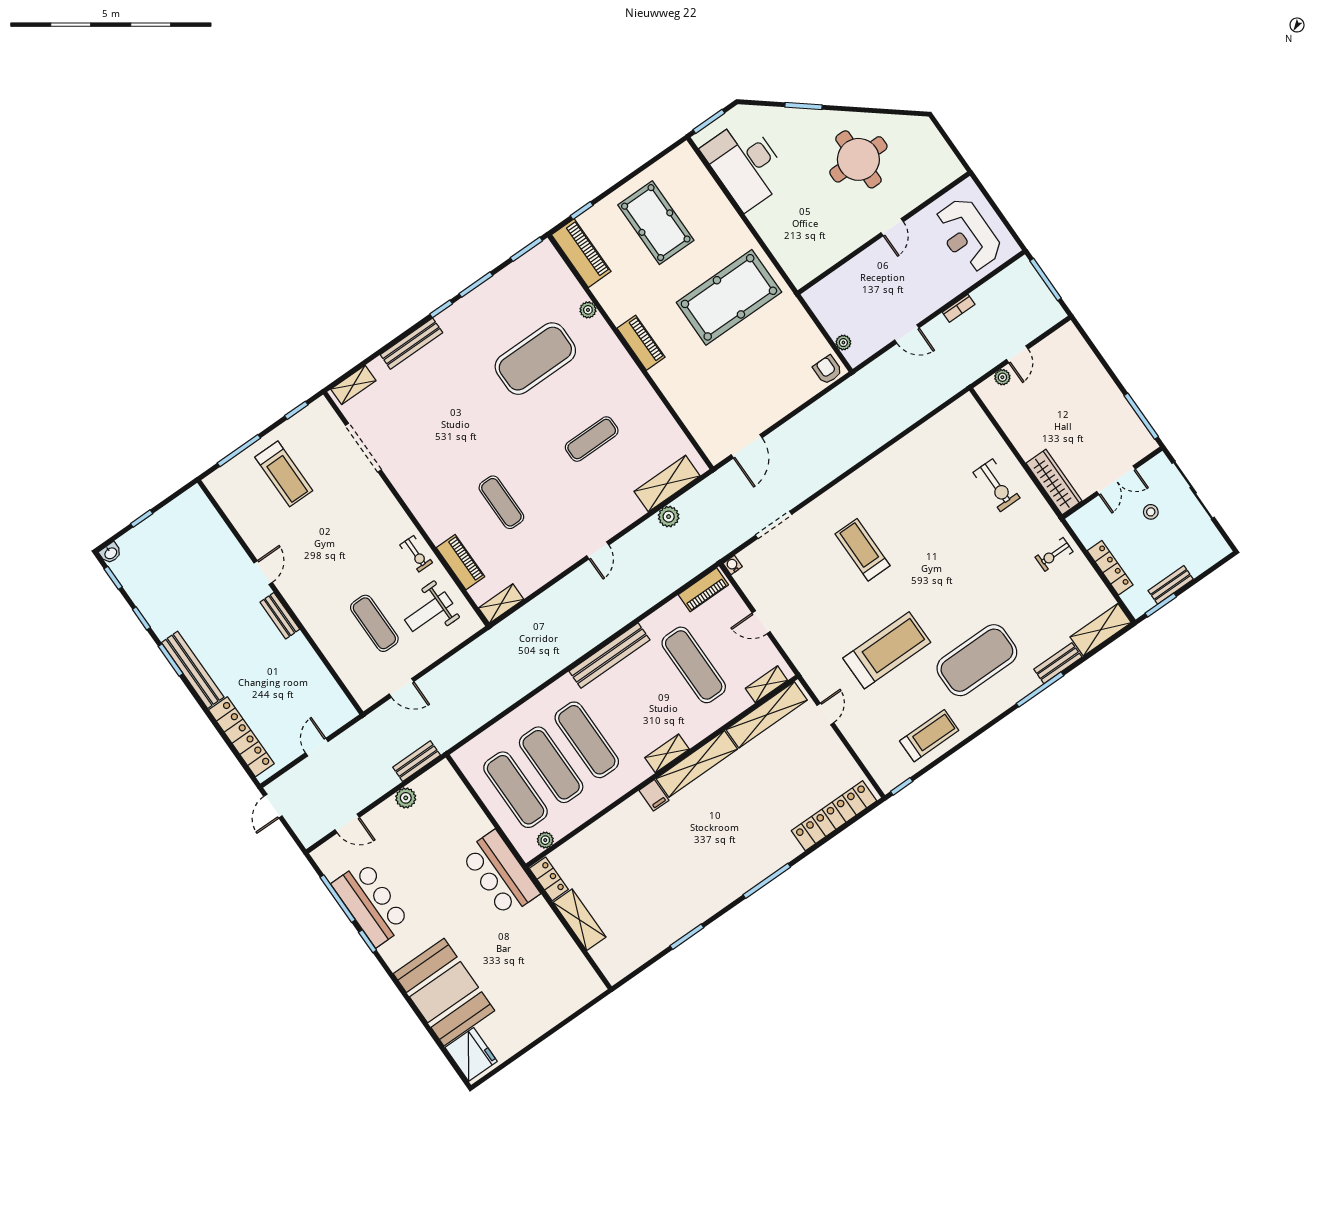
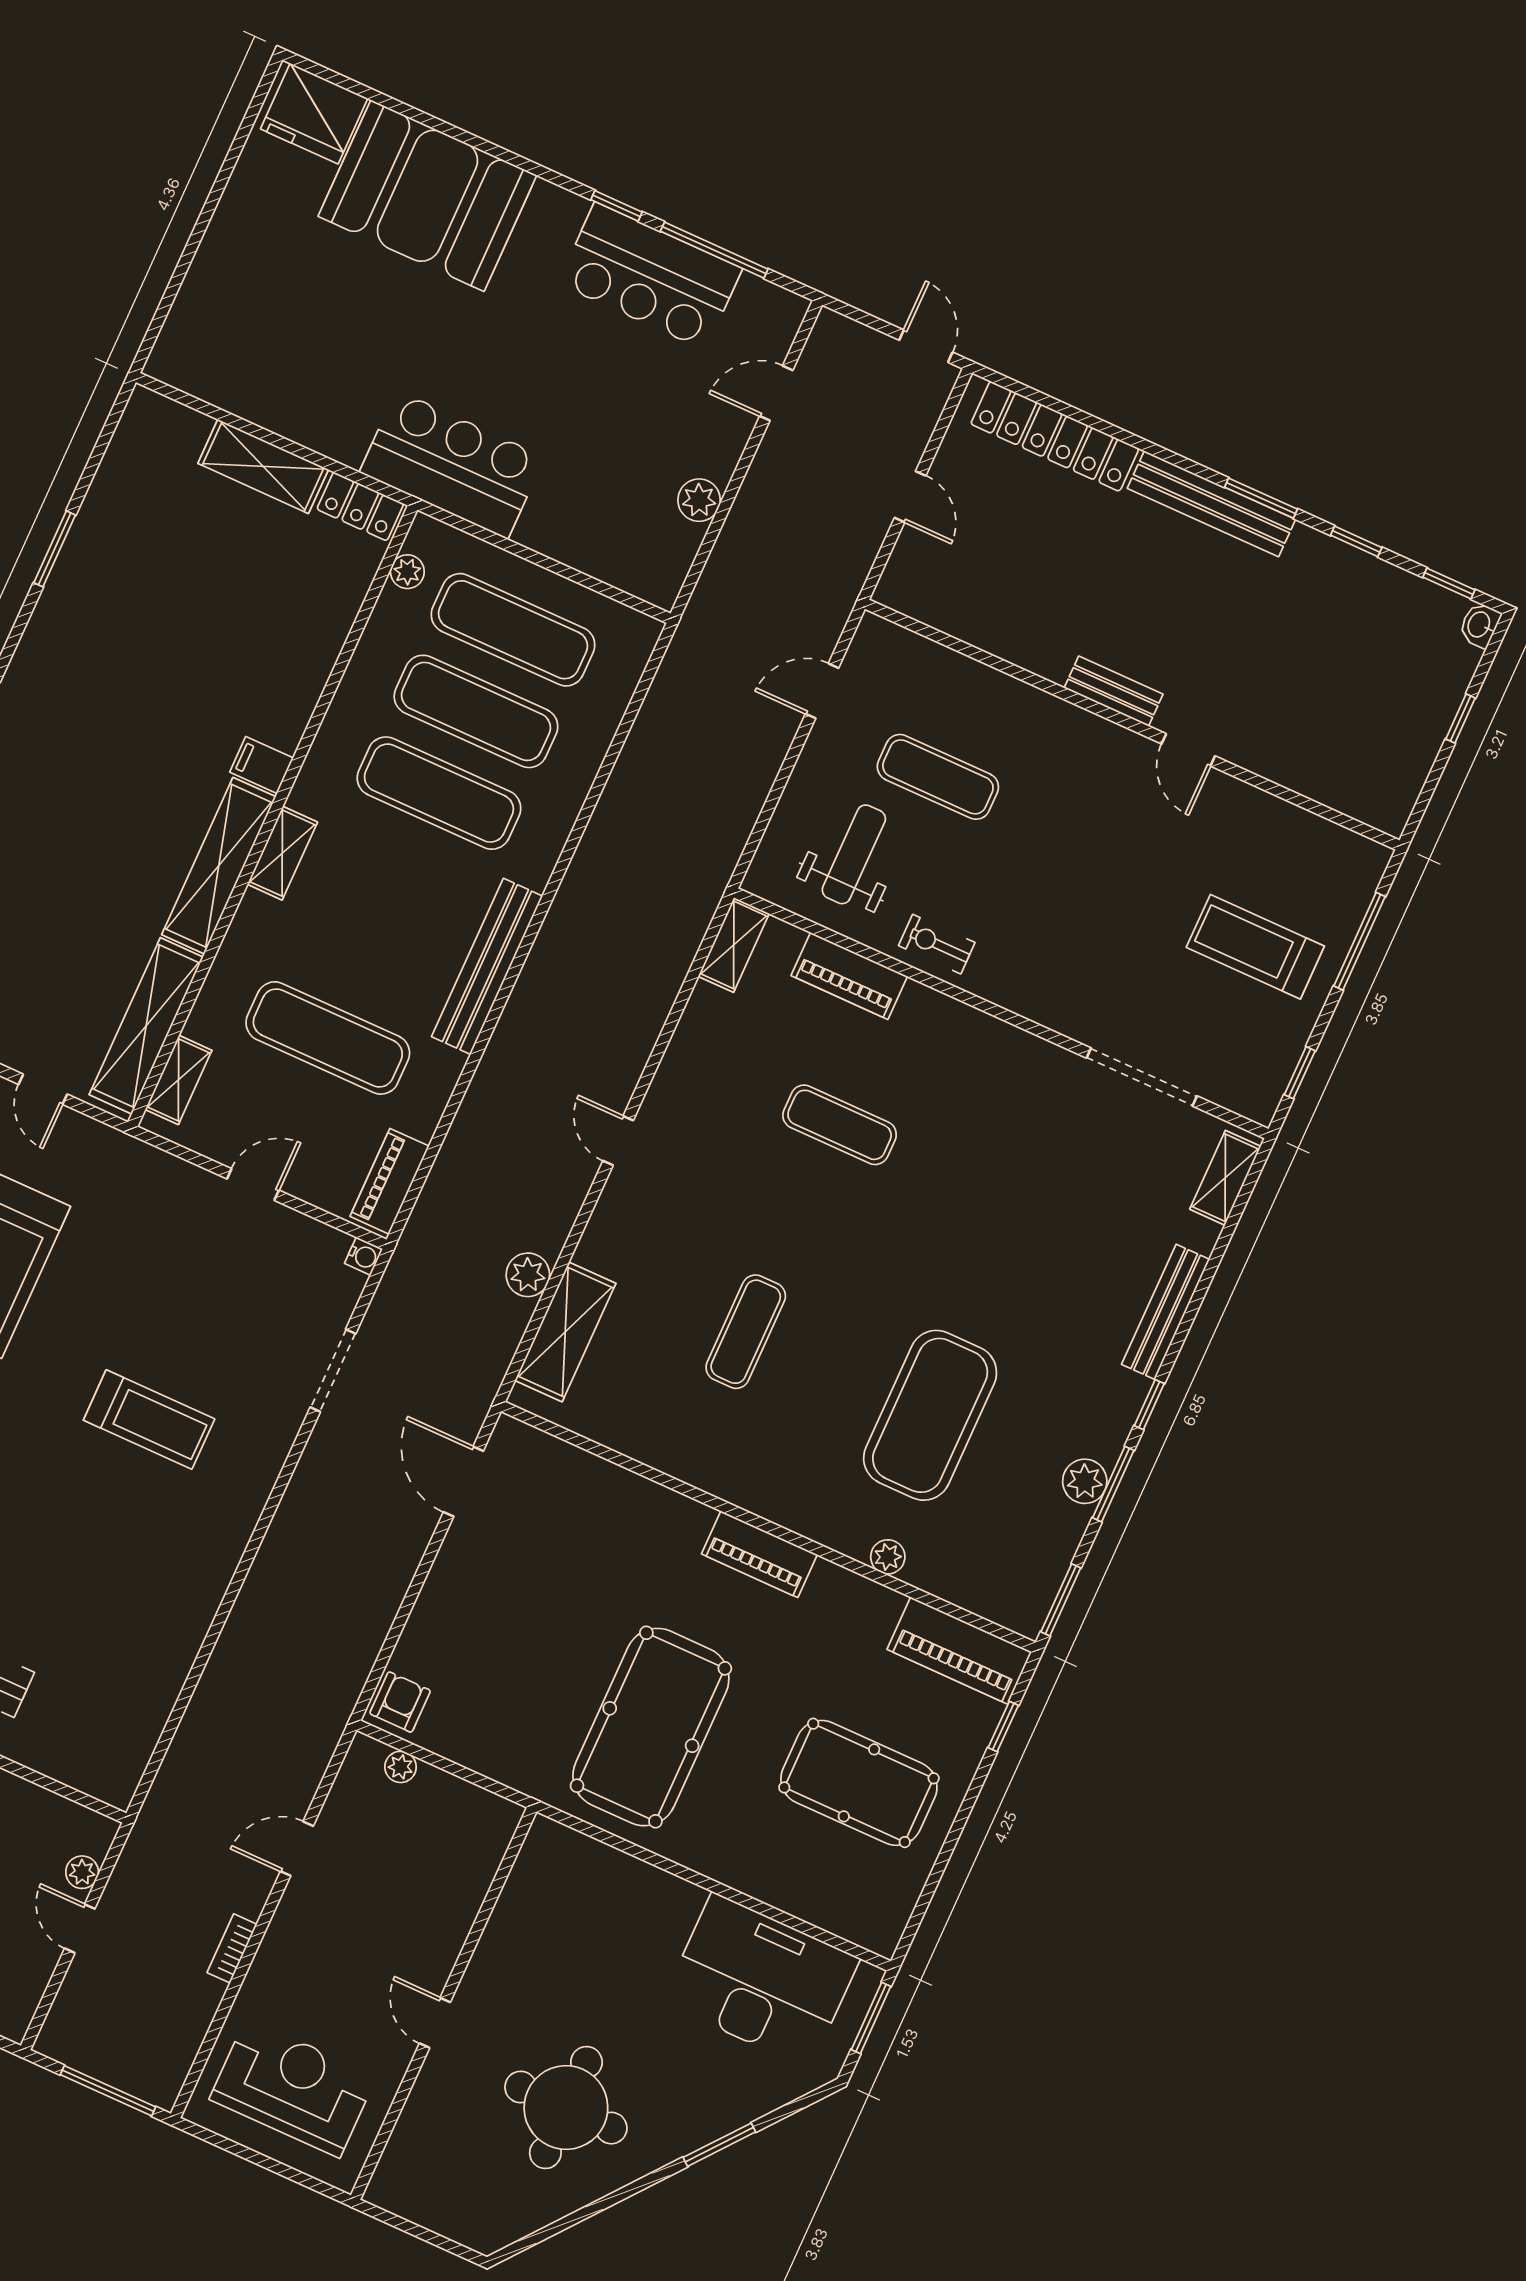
plant: (487, 293) -> (1085, 1481), added
armchair: (828, 370) -> (400, 1702), turned -90
bench: (417, 761) -> (718, 577), removed

